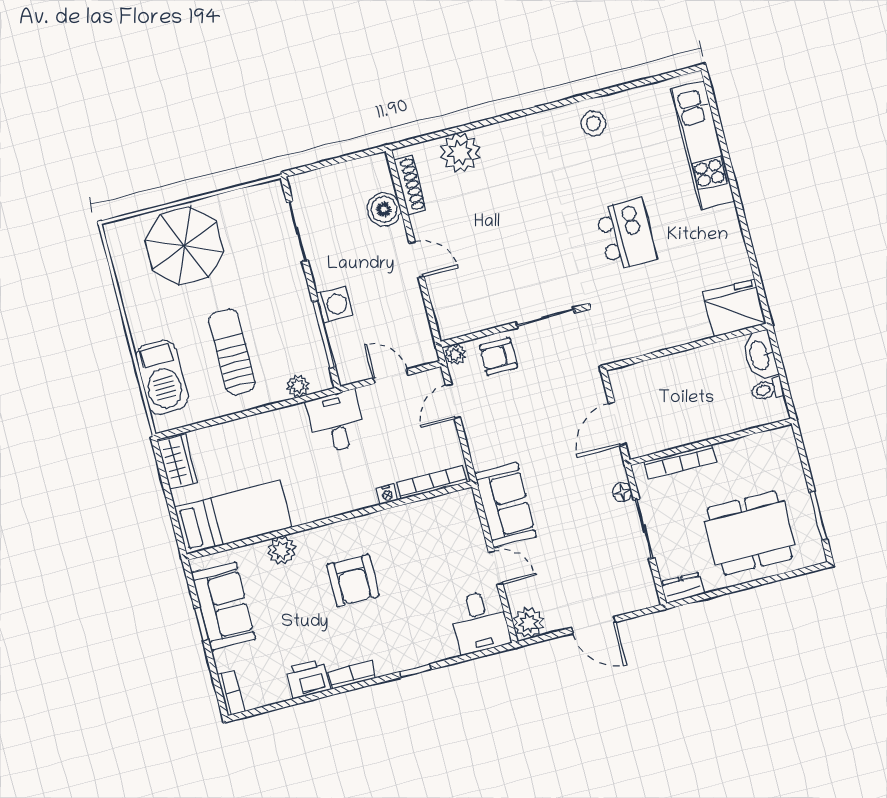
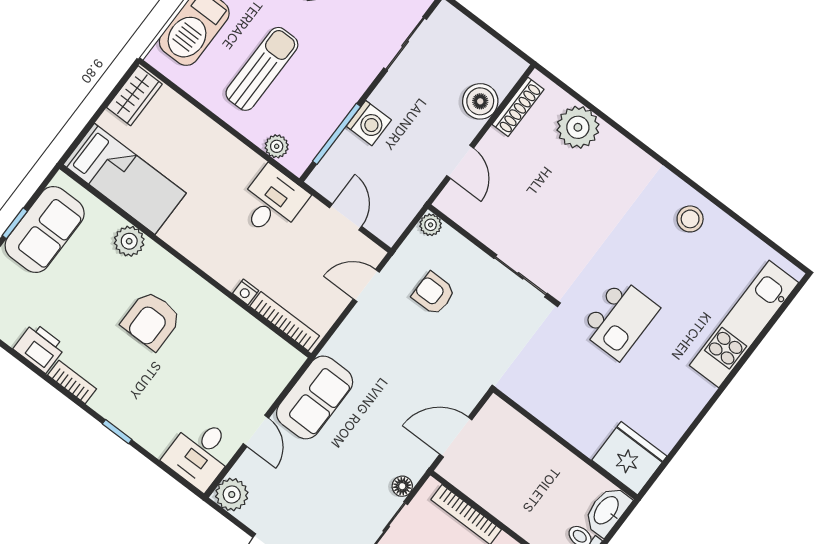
sliding door: (545, 318) -> (521, 276), moved
wall: (513, 326) -> (492, 254), moved
plant: (455, 354) -> (431, 225), moved

